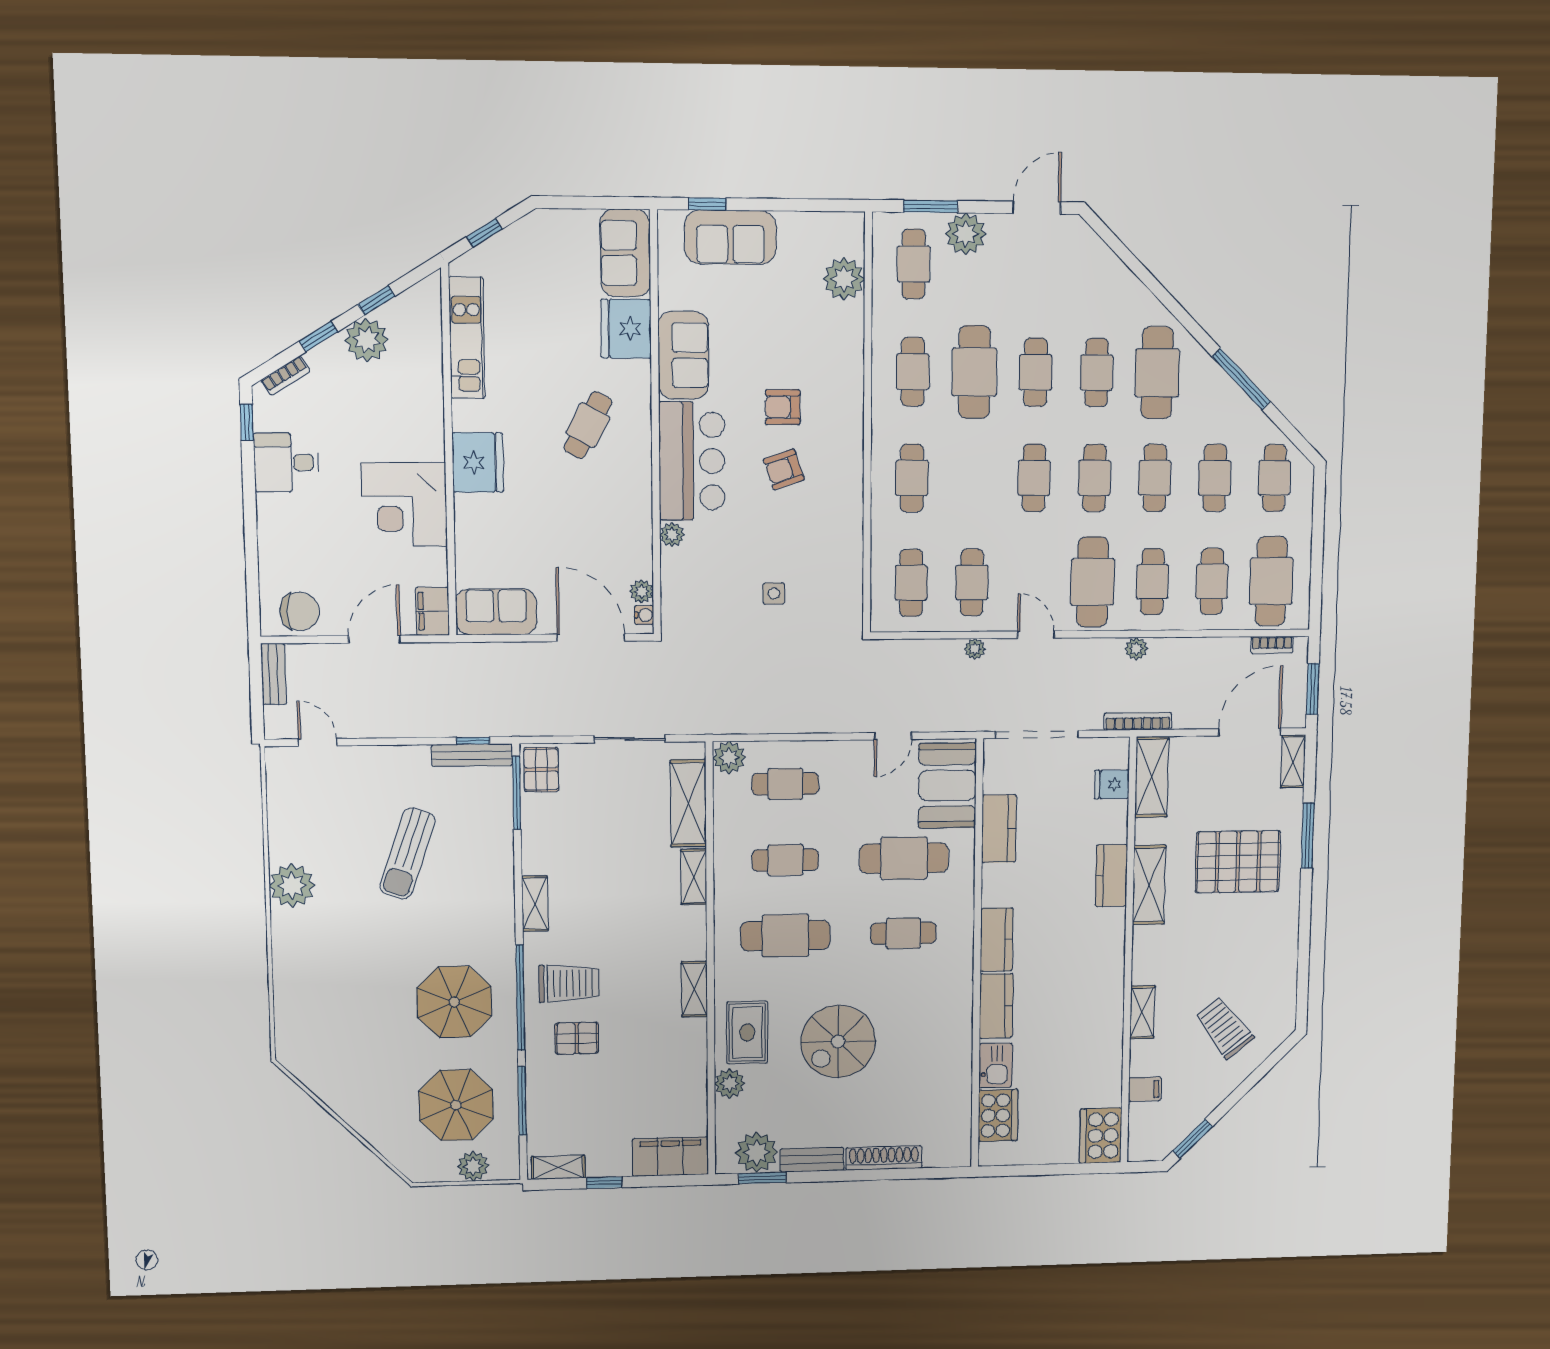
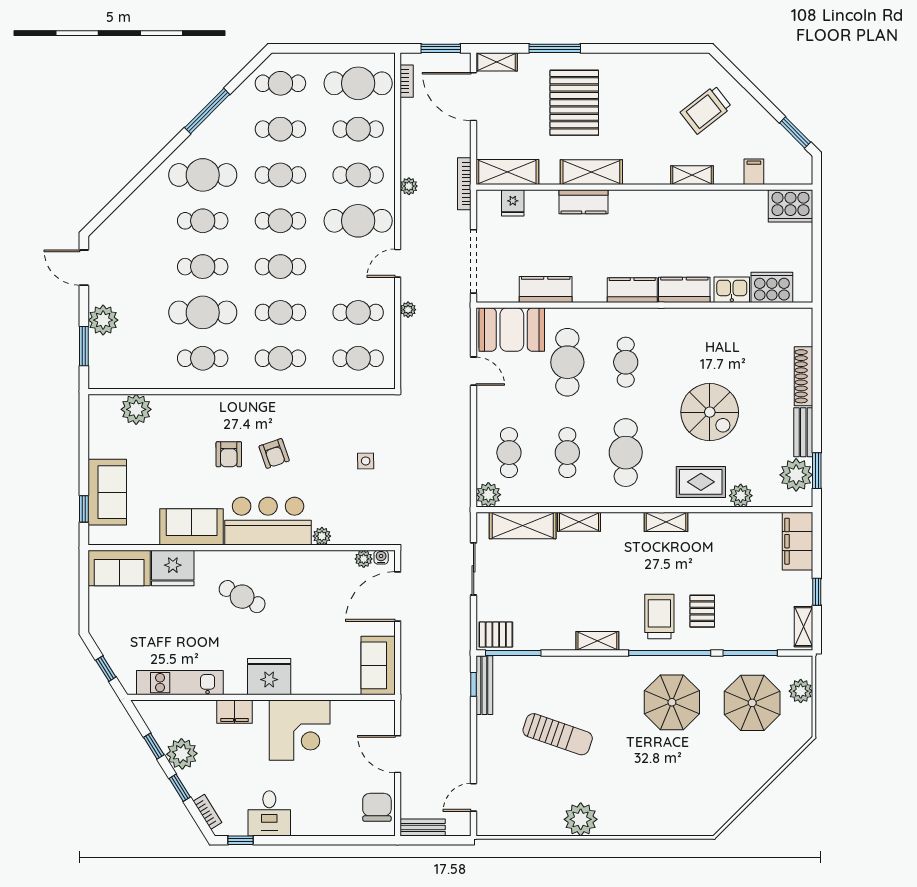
cafe table: (914, 264) -> (280, 312), moved
filing cabinet: (432, 611) -> (235, 712), moved

